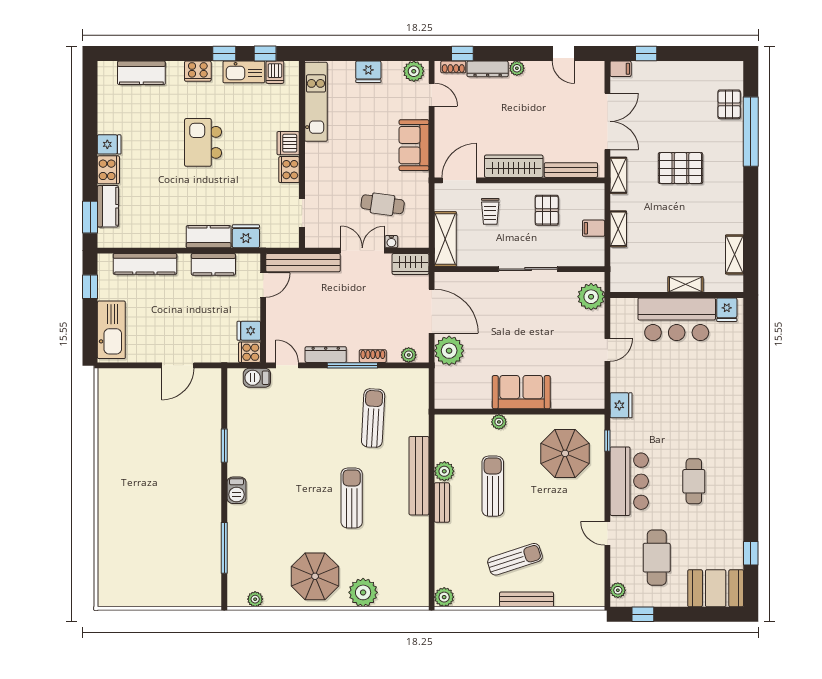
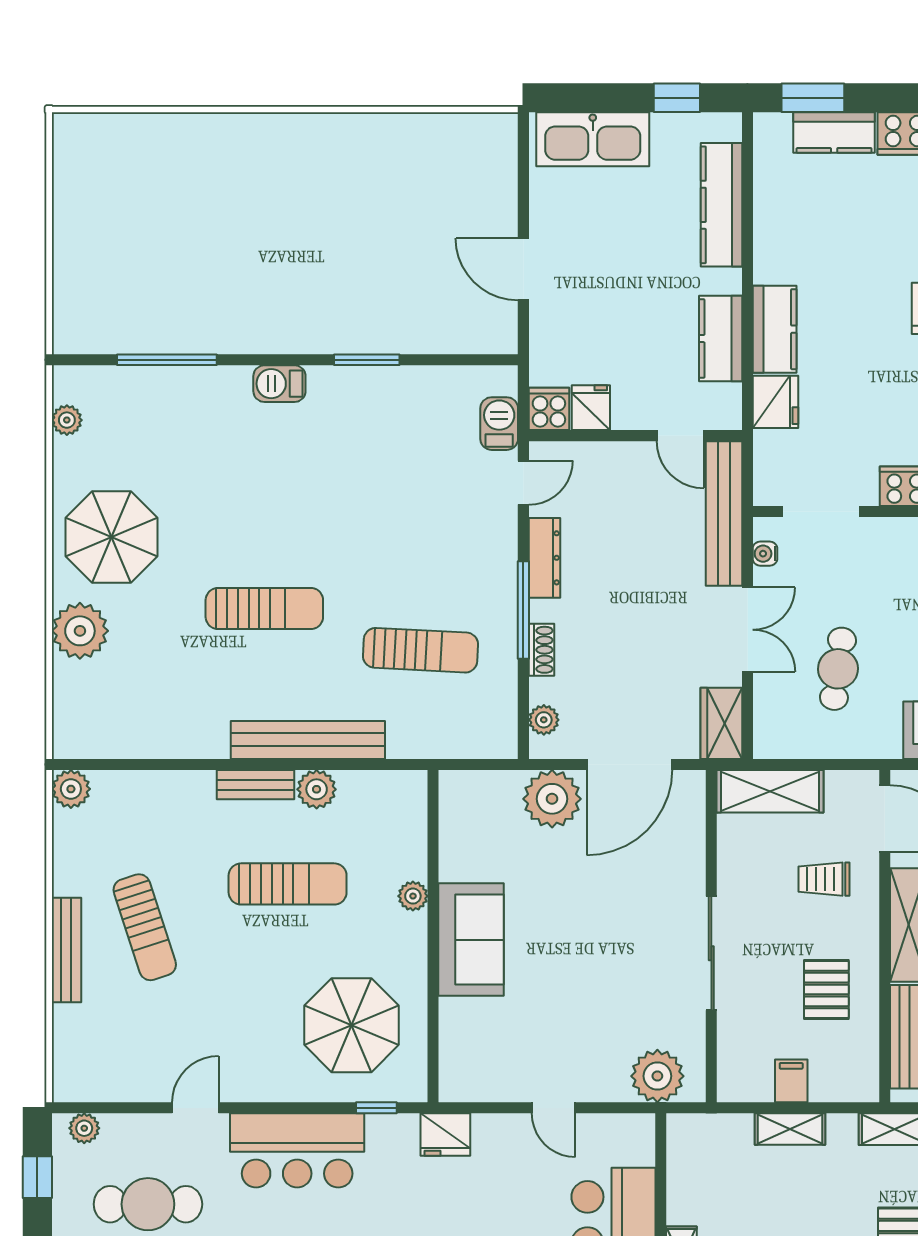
pallet: (547, 210) -> (826, 990), turned 90
doorway: (302, 213) -> (821, 512), width x1.38
water cooler: (391, 242) -> (765, 554), moved

